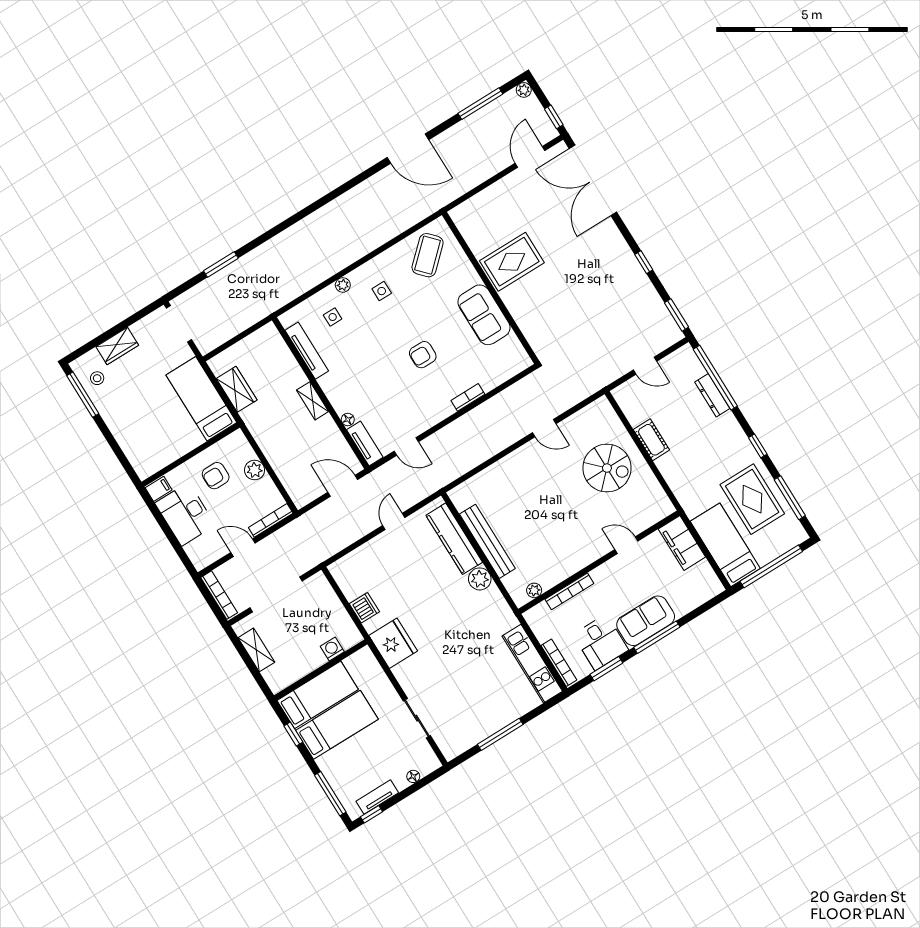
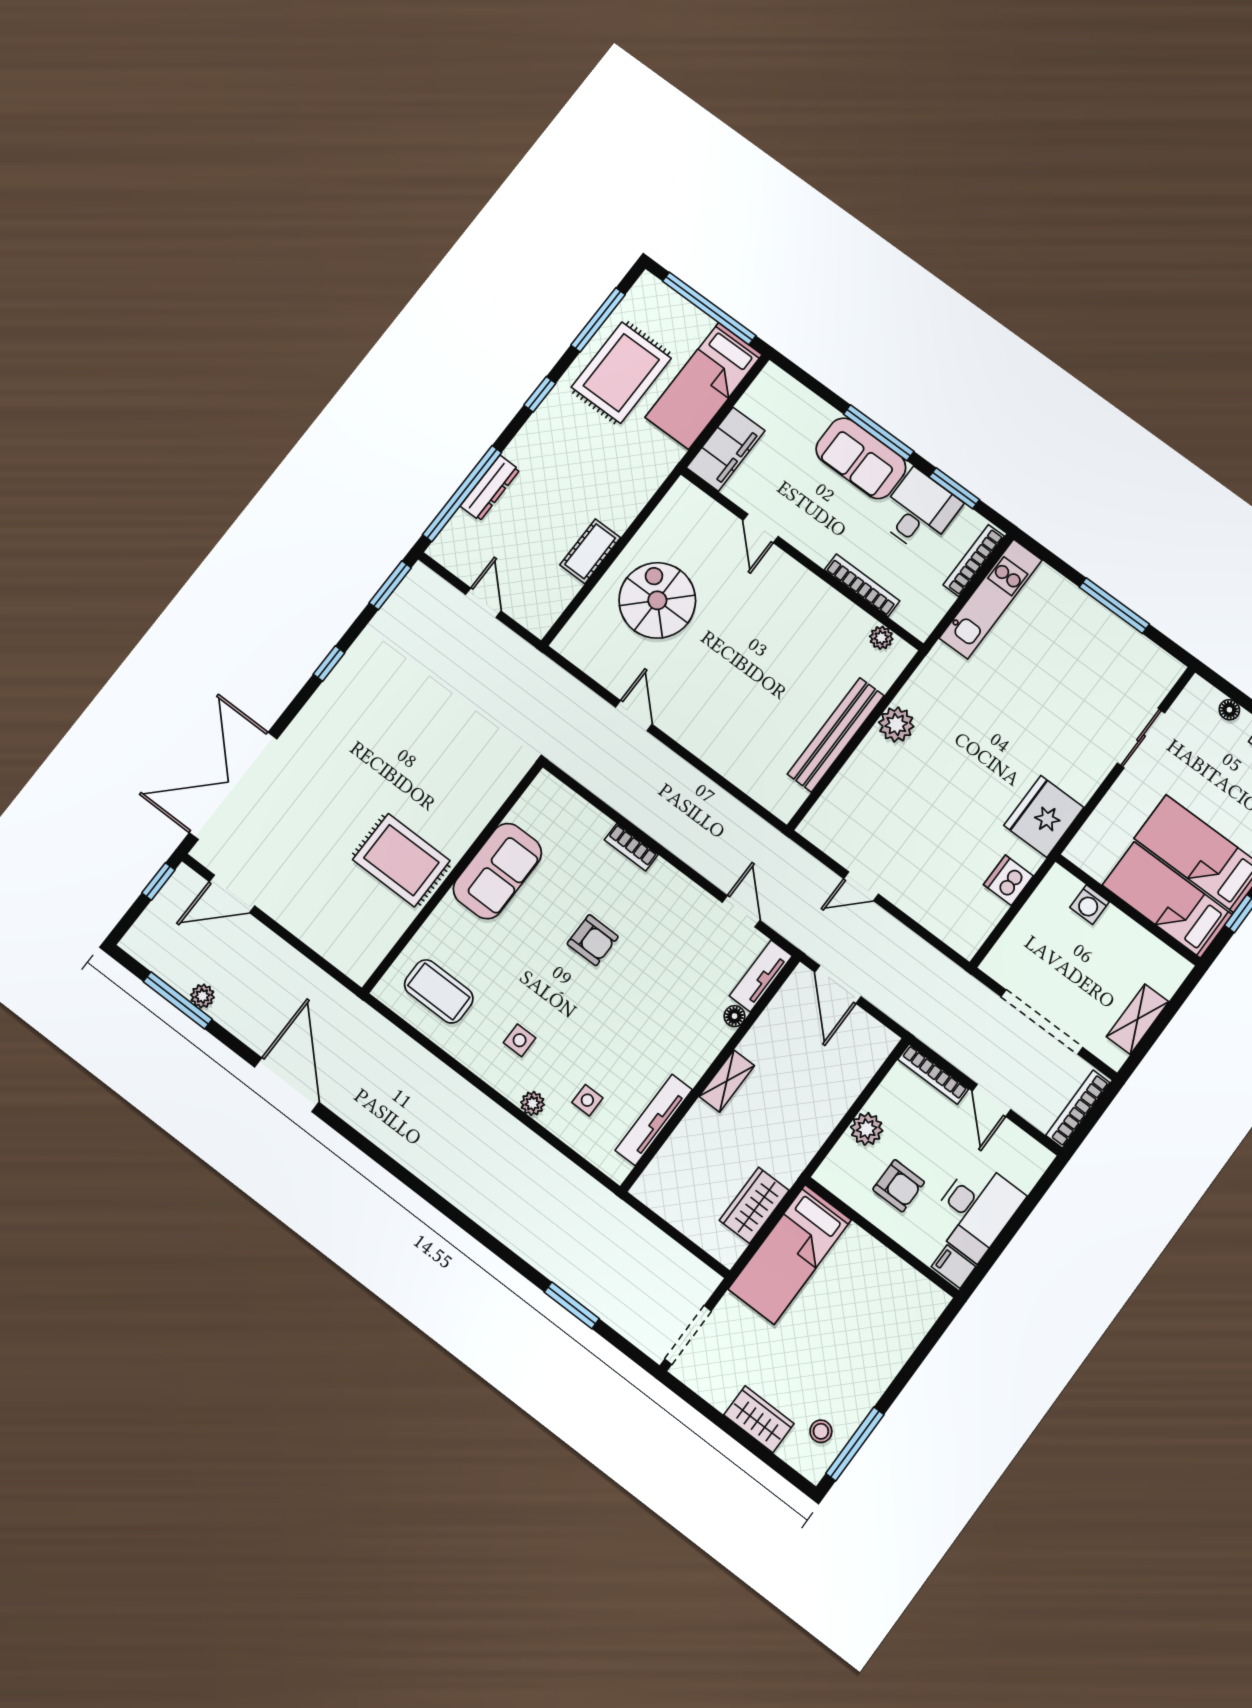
plant: (524, 90) -> (202, 996), moved
double door: (593, 180) -> (233, 786), swing flipped
coffee table: (428, 255) -> (439, 991), turned 43
kitchen counter: (454, 539) -> (851, 786), removed

